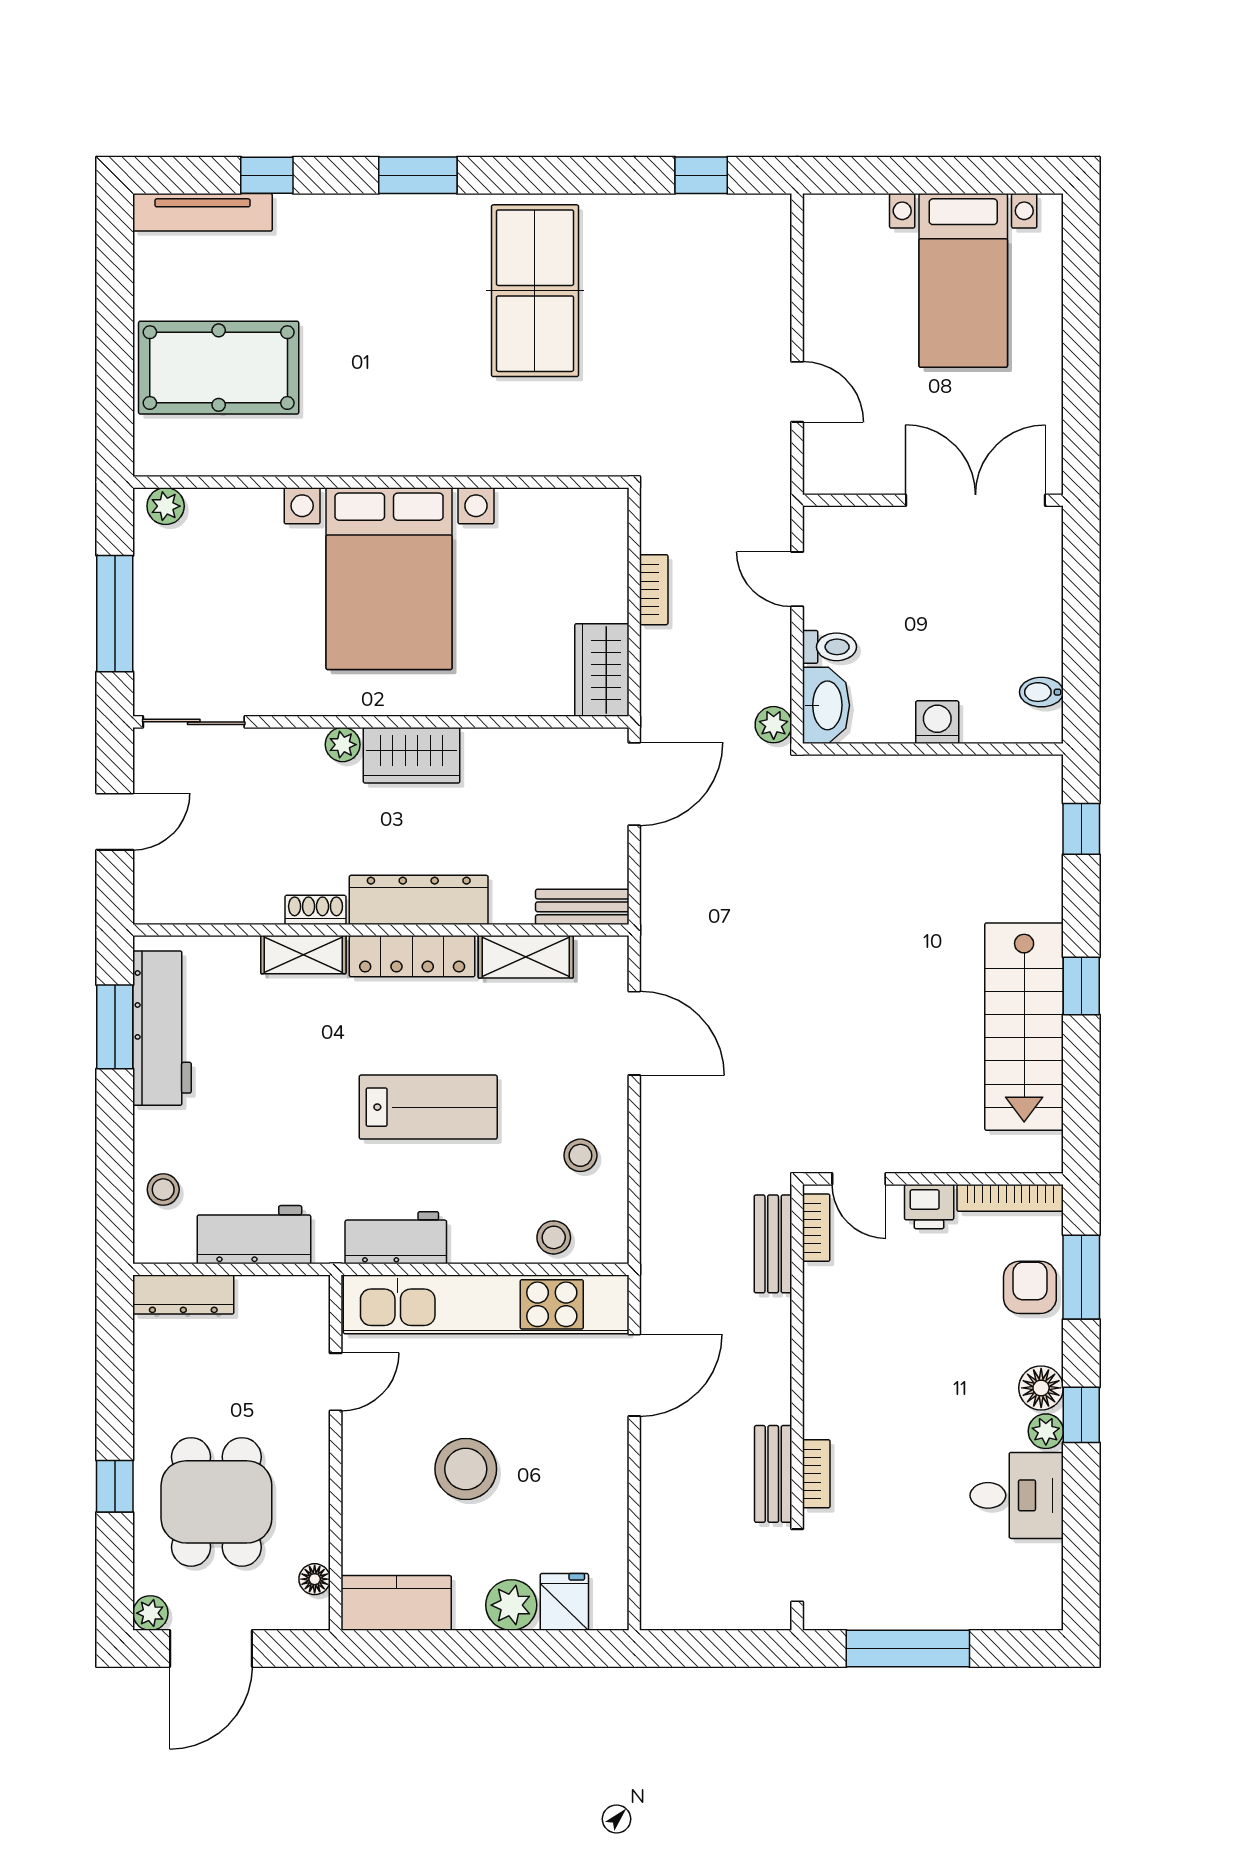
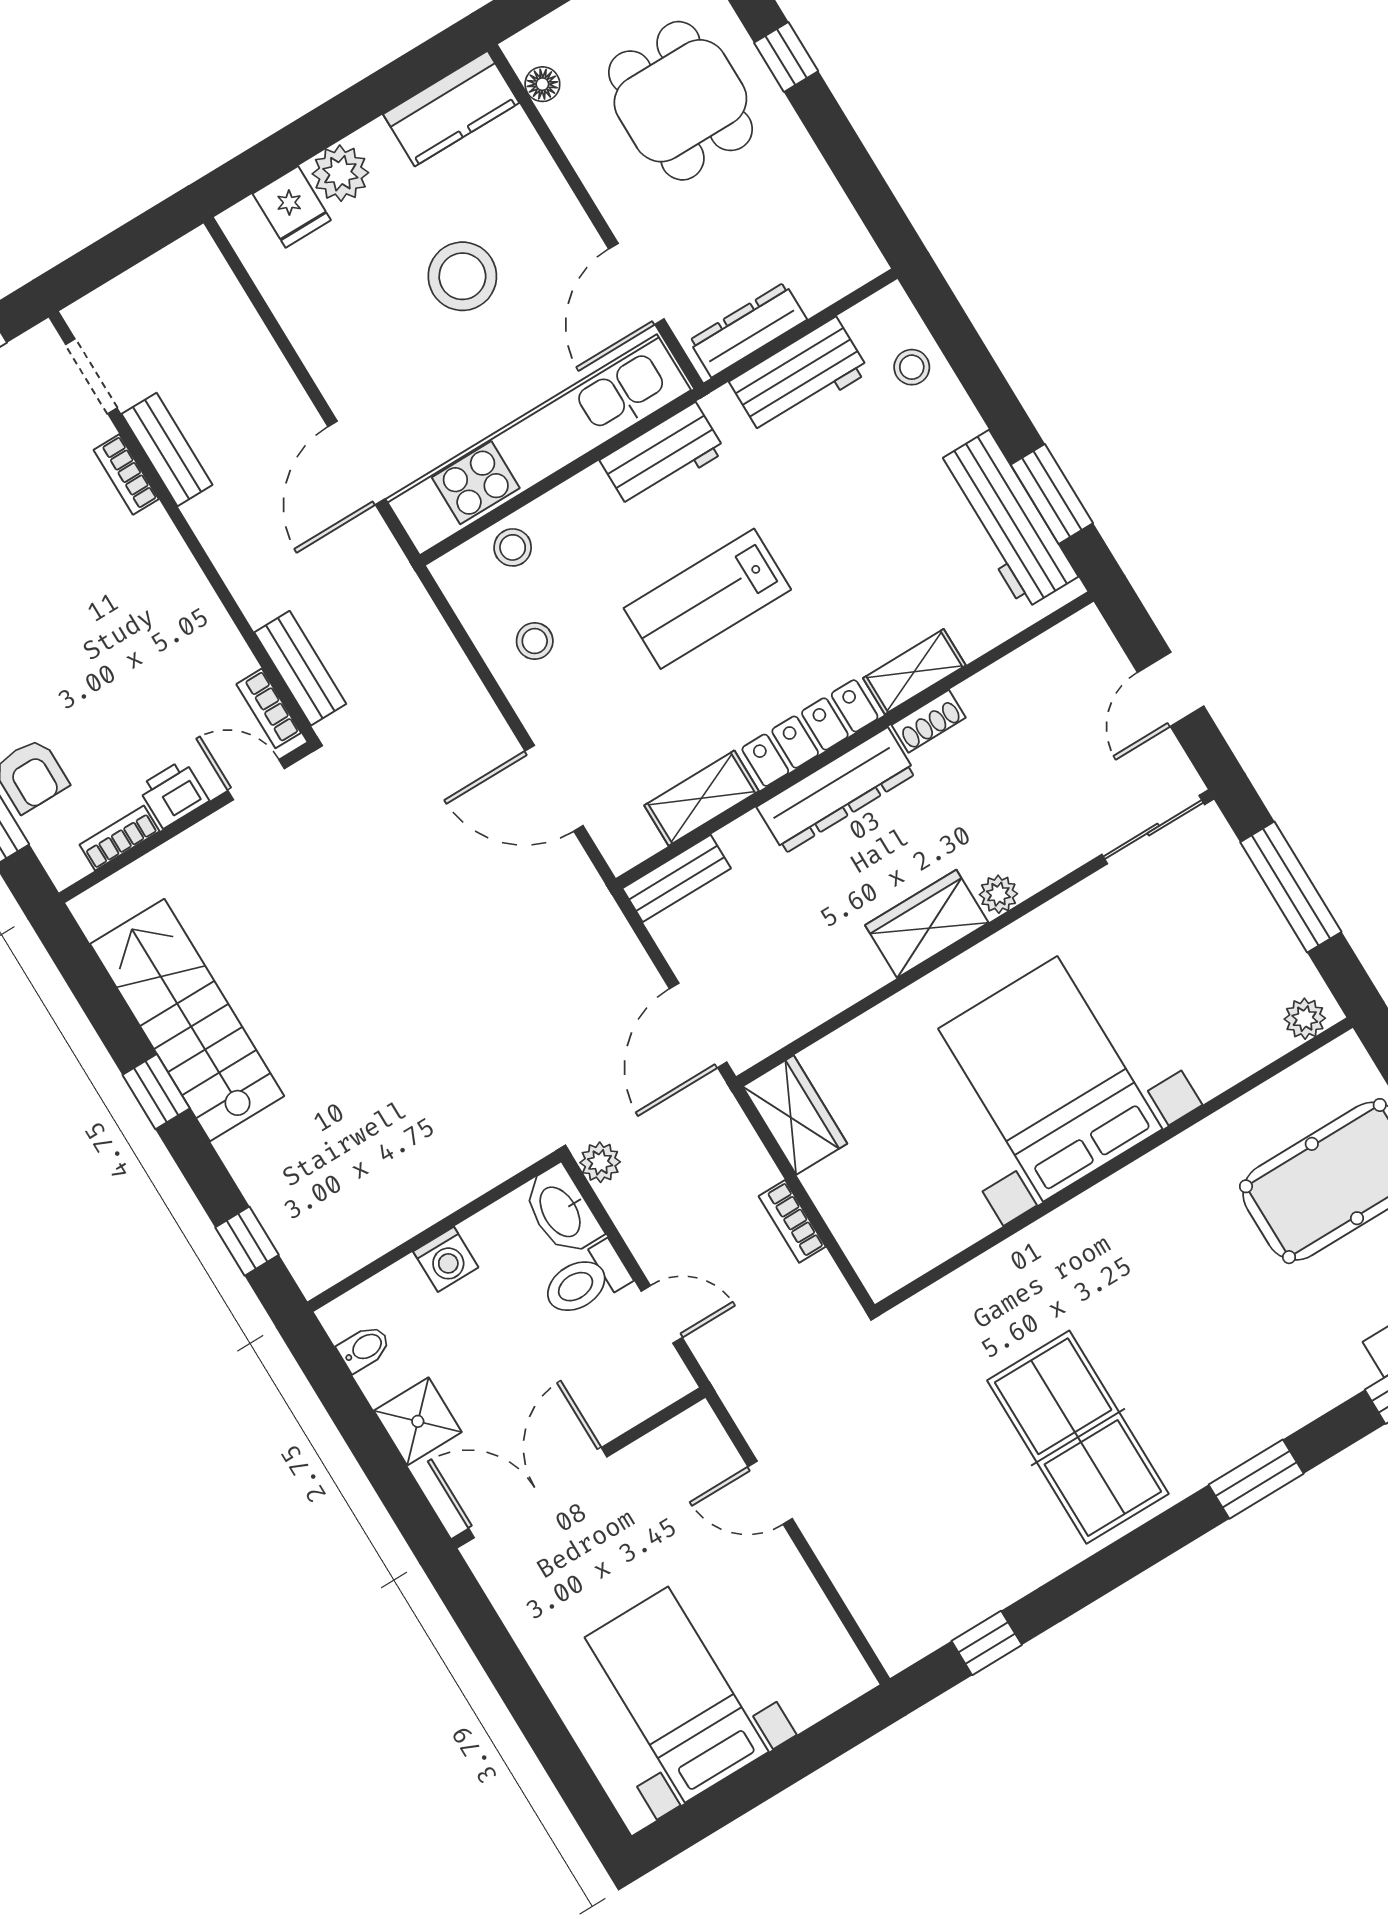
double door: (976, 500) -> (538, 1493), swing flipped
shower: (1034, 611) -> (418, 1421), added
toilet: (830, 647) -> (585, 1281), width x1.37, depth x1.39
bookcase: (1010, 1198) -> (119, 838), width x0.64
dresser: (183, 1295) -> (748, 330), moved
door: (336, 1382) -> (636, 284), width x1.38

